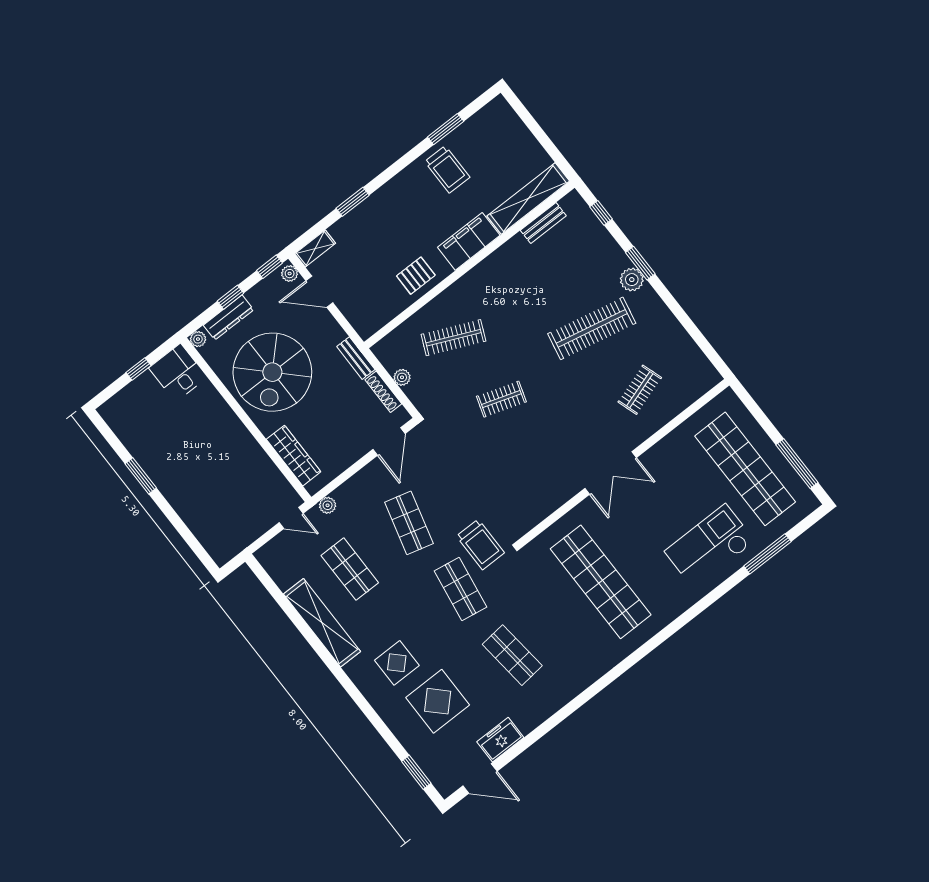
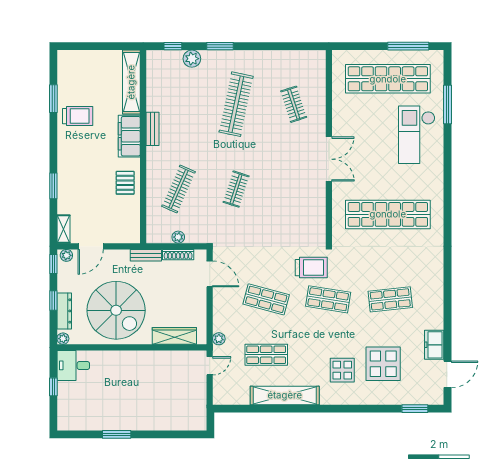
bench: (543, 223) -> (153, 129), moved
plant: (632, 280) -> (192, 59), moved

